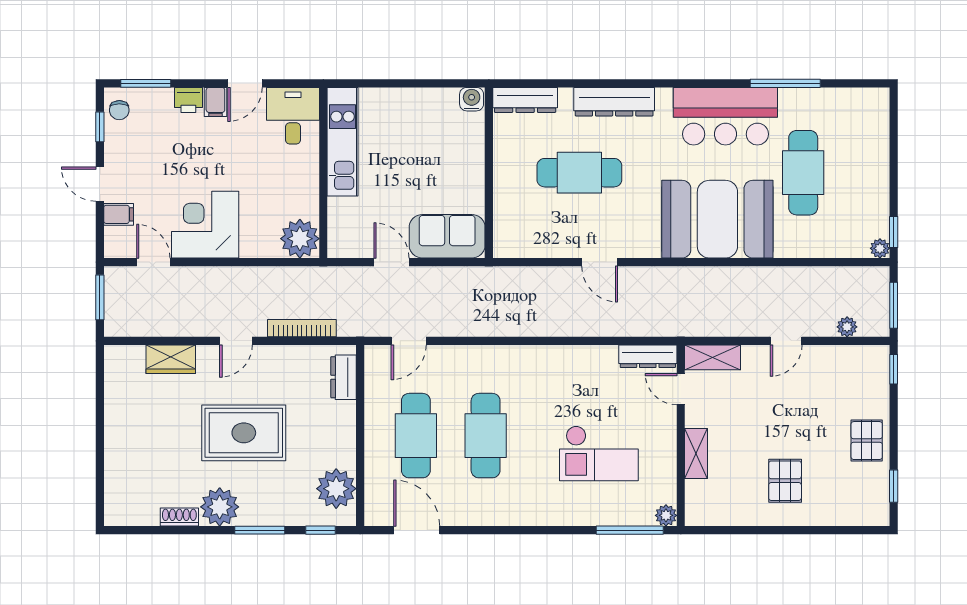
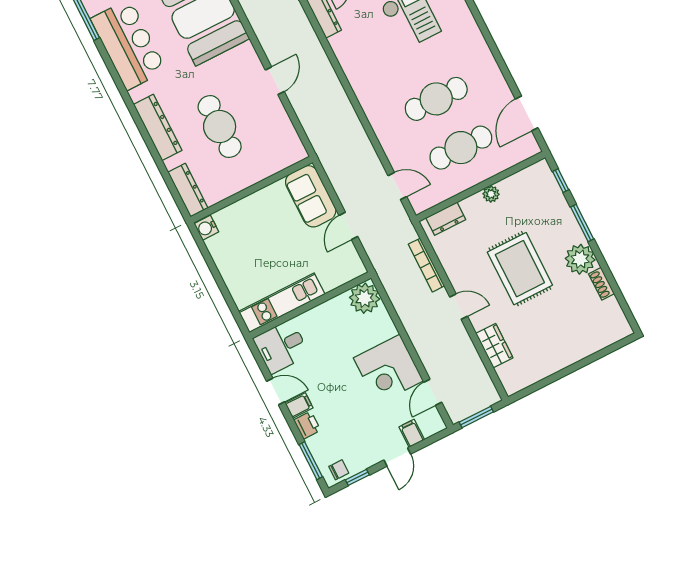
plant: (336, 489) -> (491, 194), moved, width x0.53, depth x0.53

